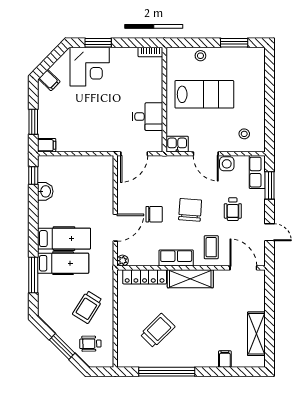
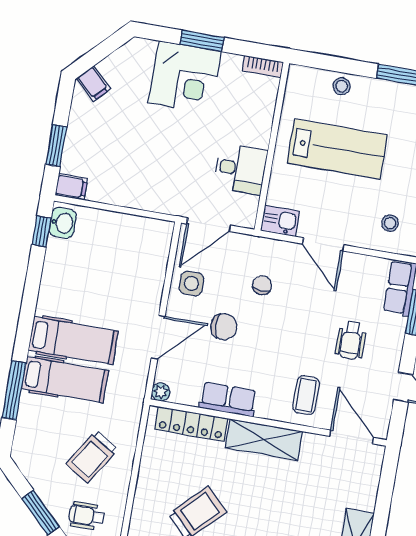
window: (98, 43) -> (202, 41), moved
corner desk: (90, 67) -> (185, 77), moved
side table: (227, 164) -> (191, 283), moved
washbasin: (45, 191) -> (63, 223), moved
chair: (190, 210) -> (262, 285), moved, width x0.54, depth x0.54
row of seats: (176, 258) -> (228, 399), moved

